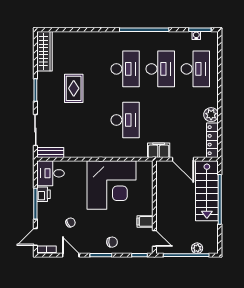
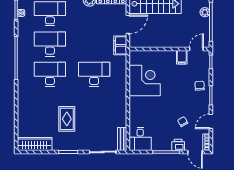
rug: (74, 88) -> (67, 119), turned 90
corner desk: (112, 185) -> (145, 81), width x0.74, depth x0.74
printer: (43, 194) -> (178, 145), moved

